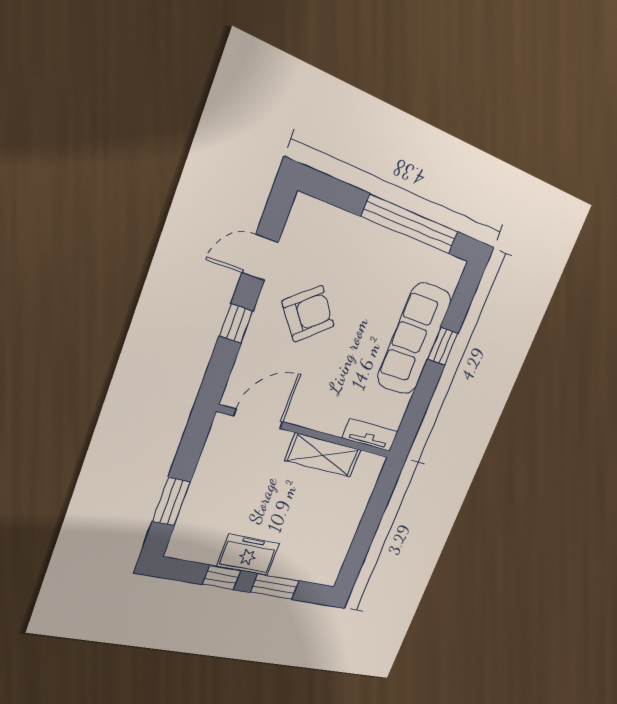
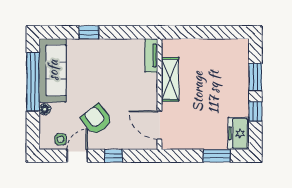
floor lamp: (360, 228) -> (45, 109), added
side table: (300, 237) -> (61, 139), added
door: (260, 257) -> (77, 156), swing flipped
sofa: (414, 339) -> (53, 70), moved, turned -90
freezer: (248, 555) -> (239, 133), moved

